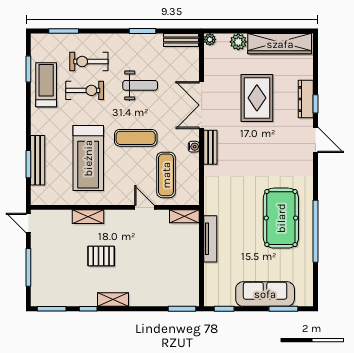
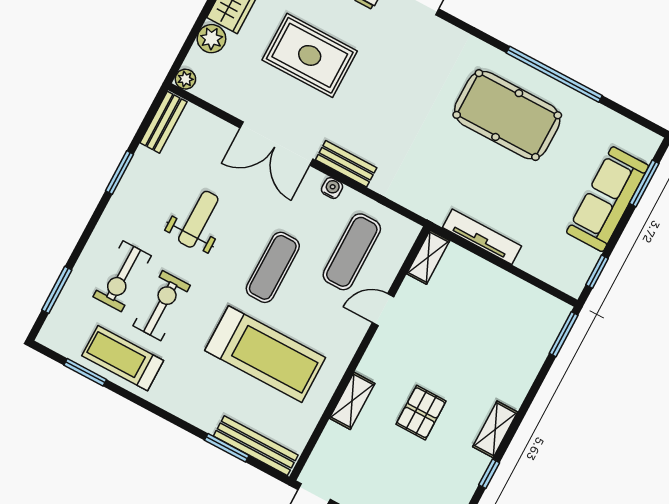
bench: (38, 160) -> (256, 446), moved
exercise mat: (166, 175) -> (352, 252), turned 90

